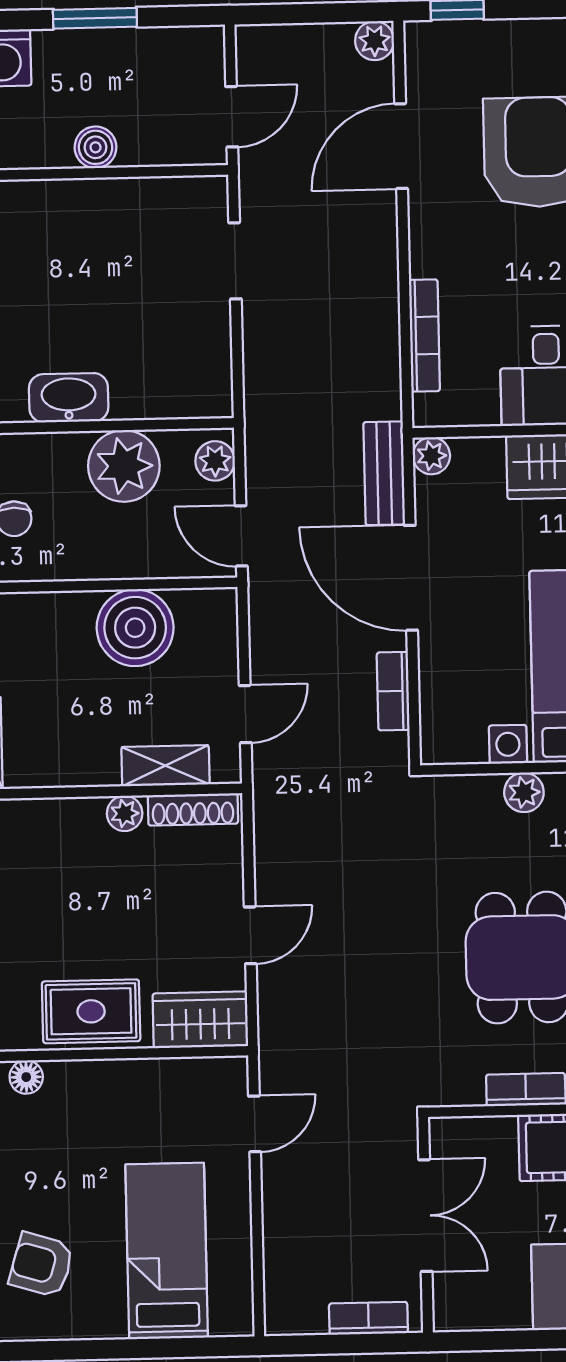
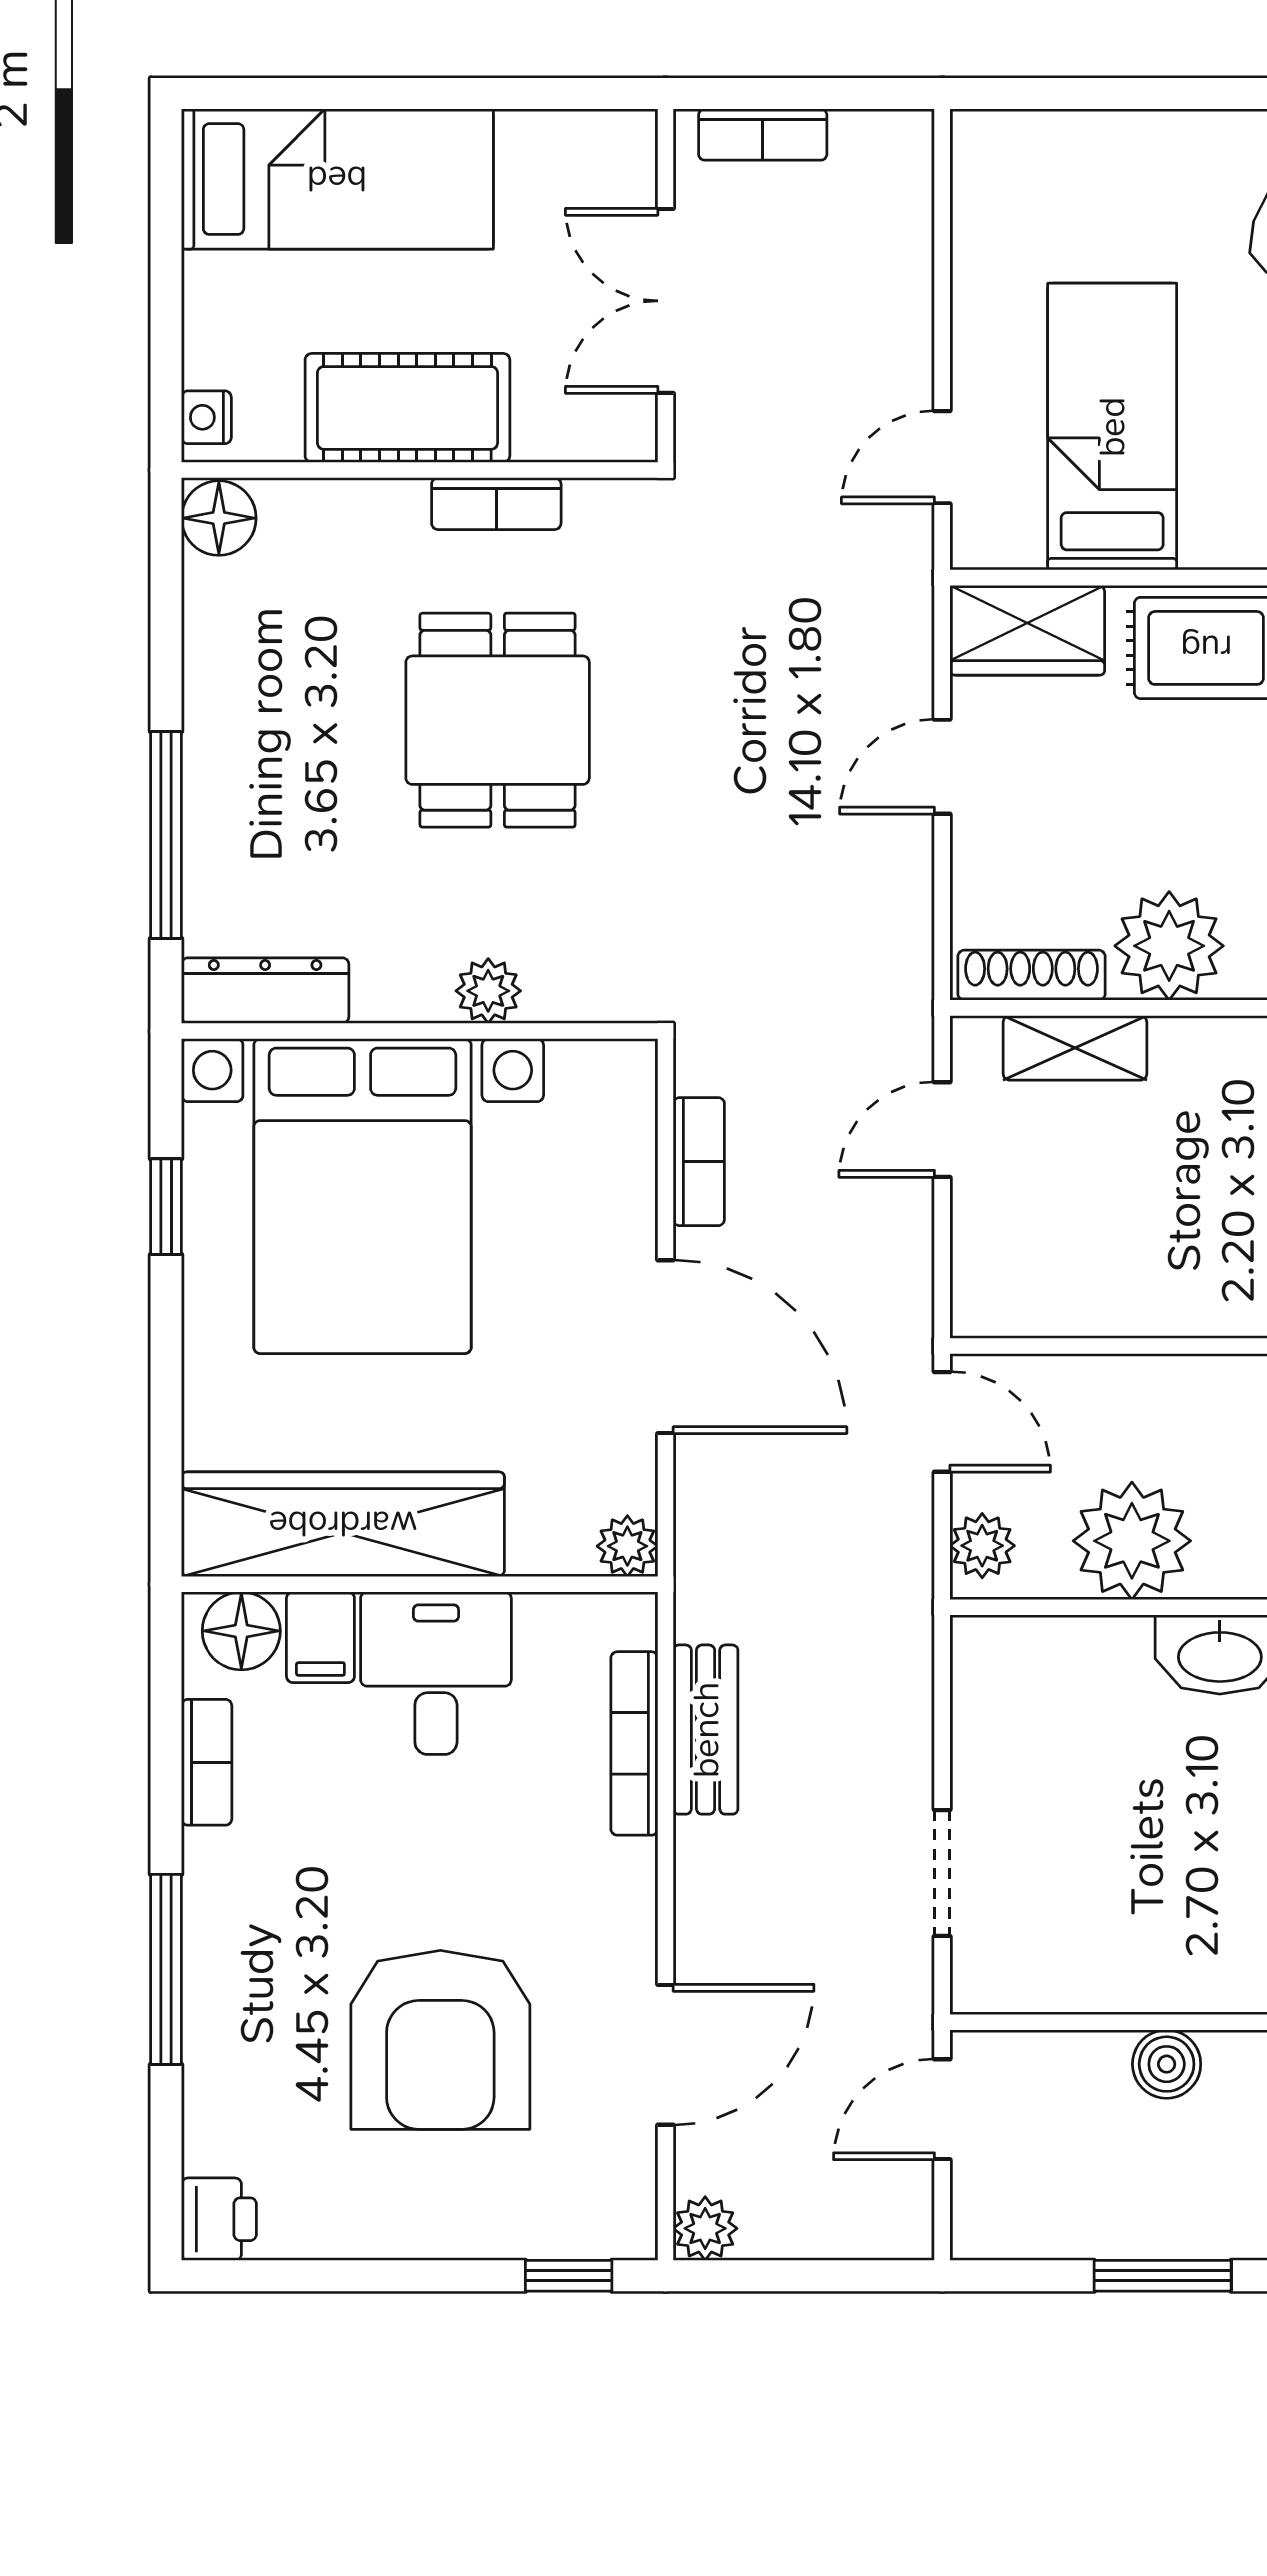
bench: (384, 473) -> (706, 1730), moved
boiler: (135, 628) -> (1119, 1275), removed
plant: (125, 813) -> (1169, 946), width x1.88, depth x1.88
bed: (167, 1251) -> (1112, 427), moved, turned 180

